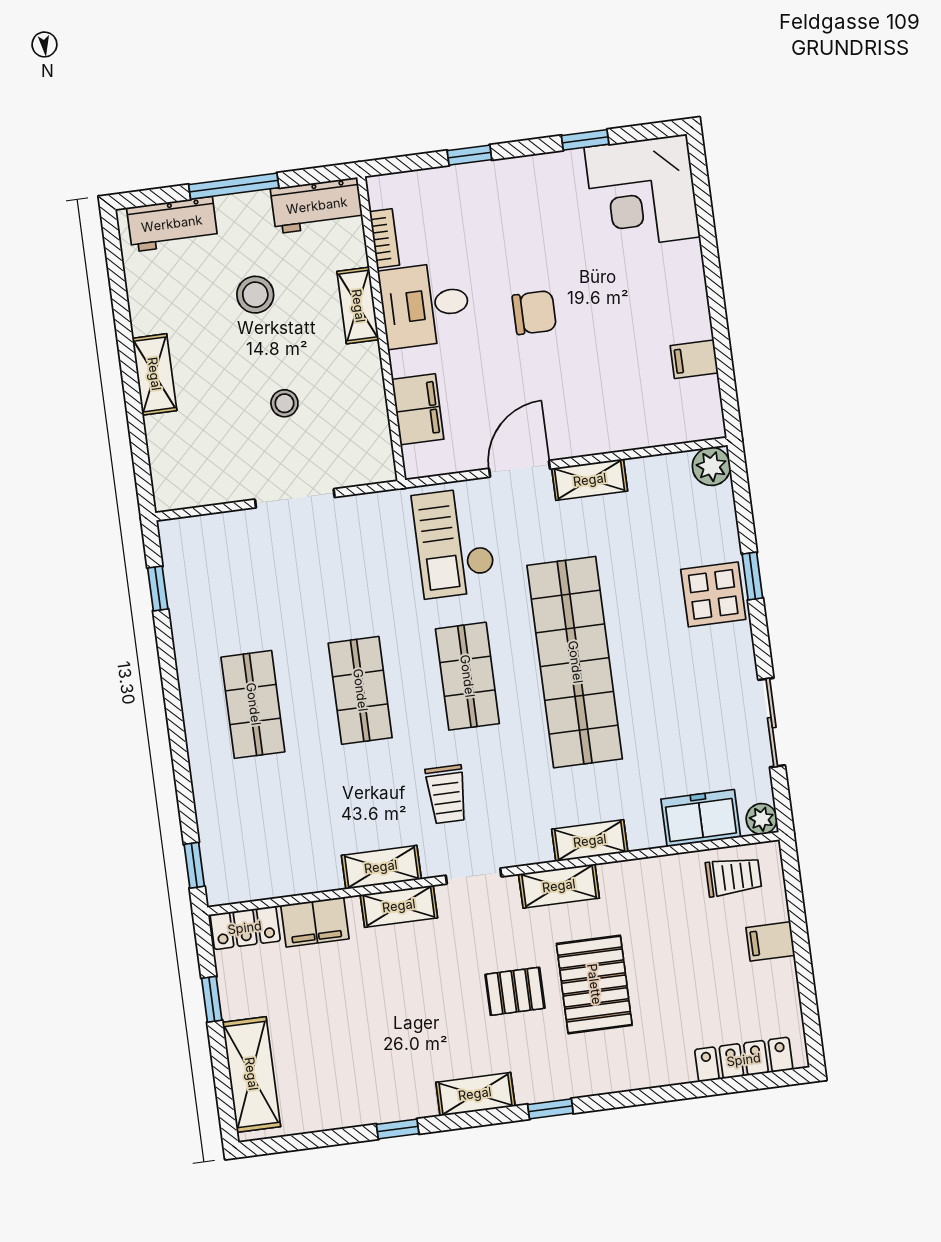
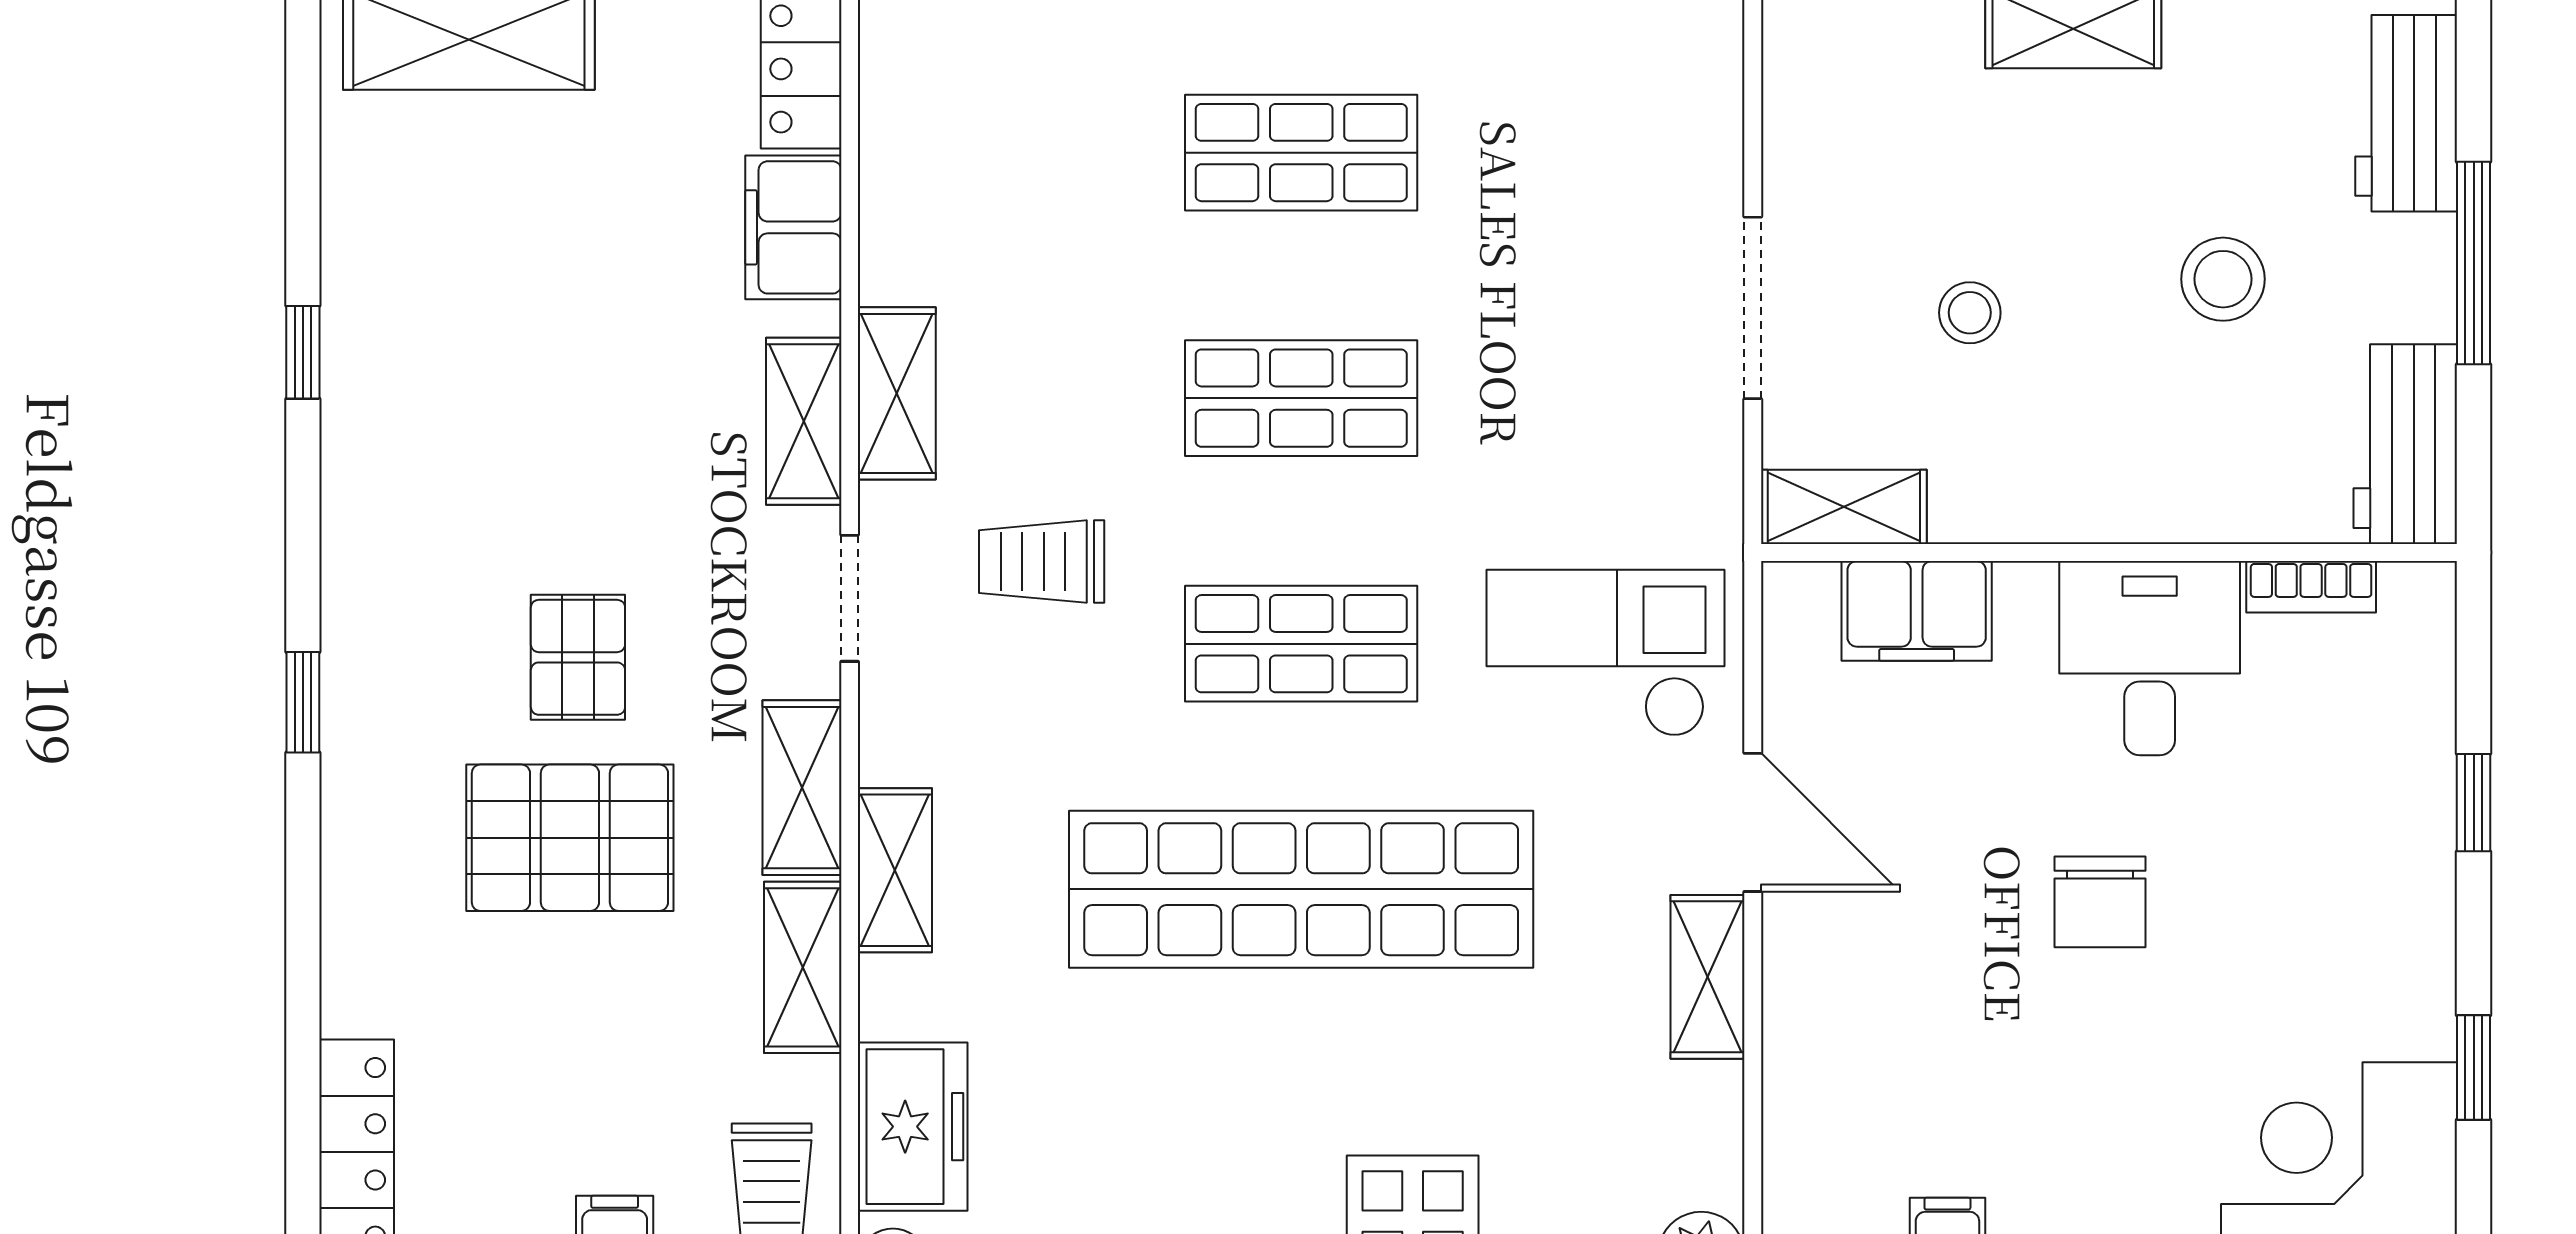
shelving: (358, 306) -> (1844, 507), moved
shelving: (475, 1094) -> (803, 967), moved

